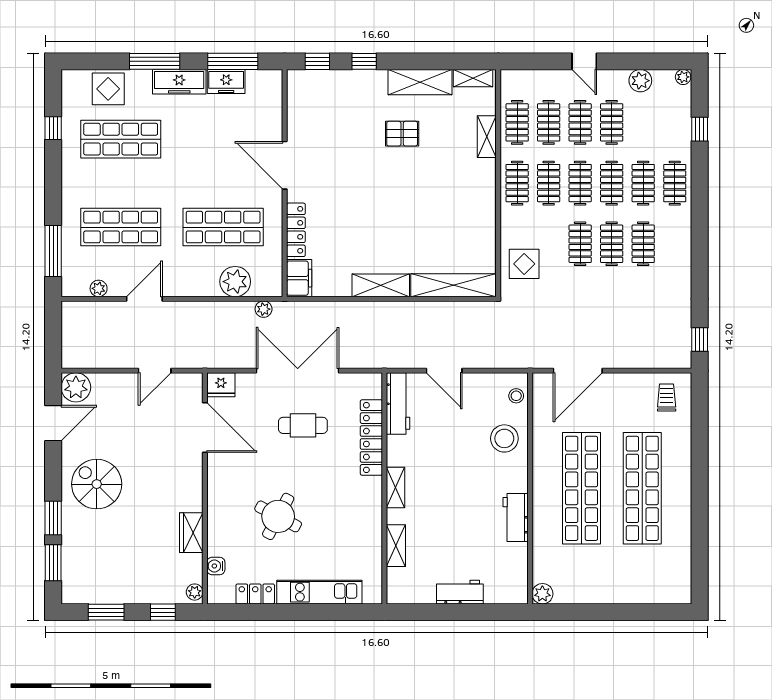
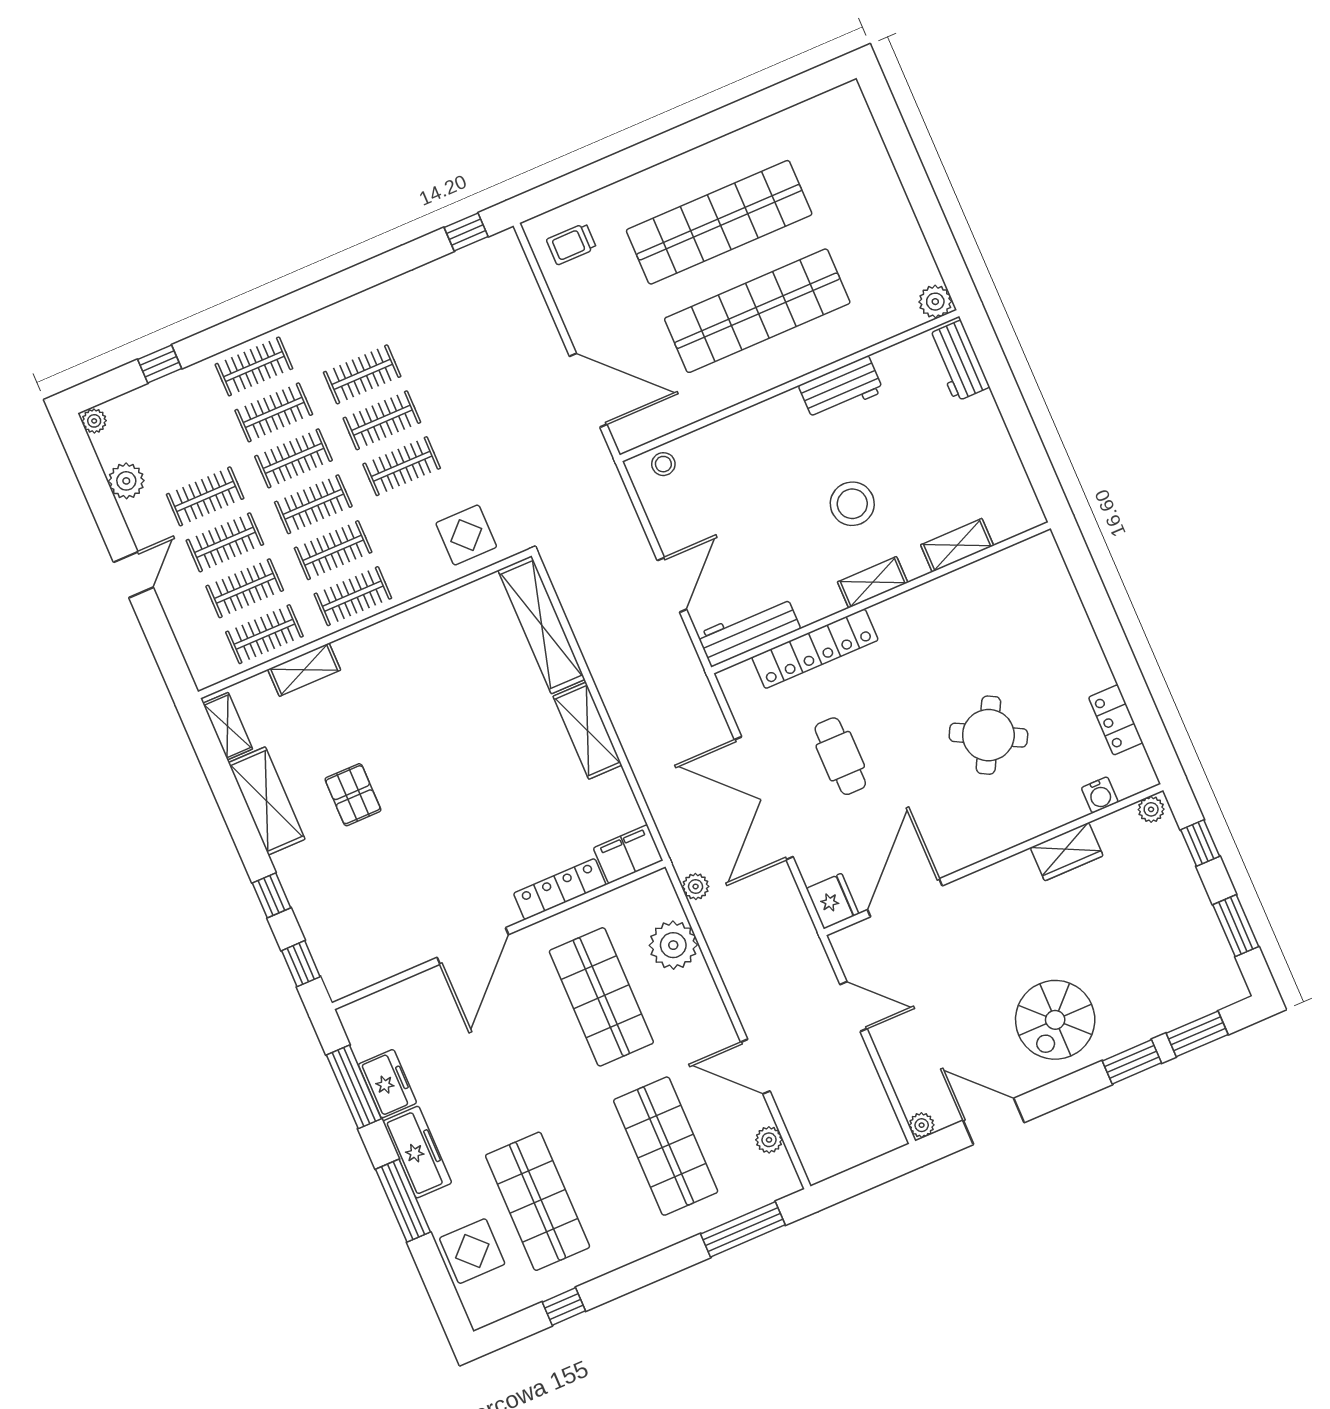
plant: (76, 387) -> (922, 1125), width x0.53, depth x0.53
stool: (504, 438) -> (852, 504), moved
kitchen unit: (319, 592) -> (1073, 628), removed
workbench: (460, 592) -> (958, 361), moved

